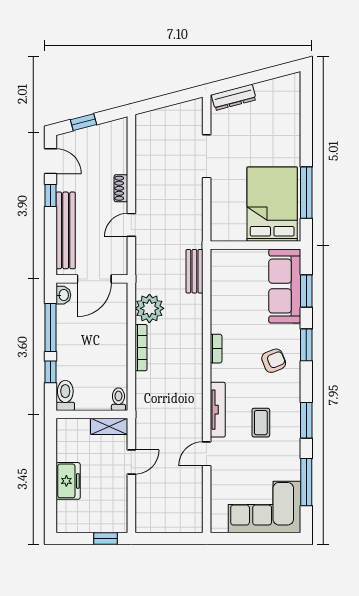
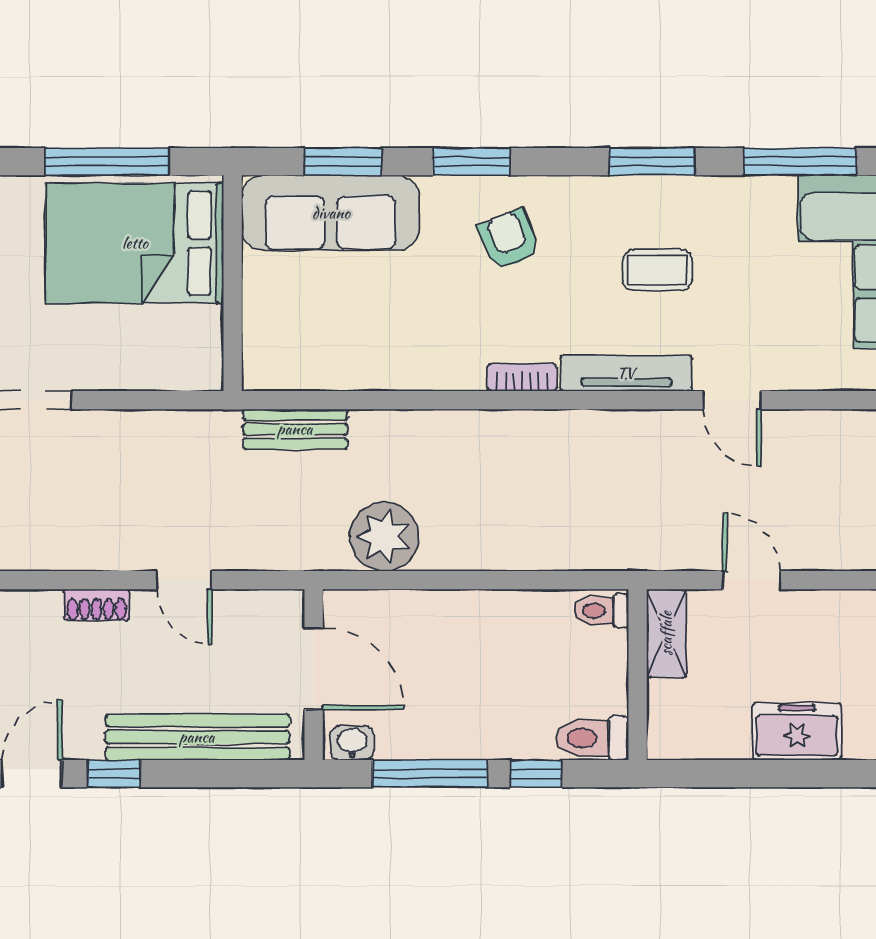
bookcase: (141, 348) -> (478, 557), removed
bookcase: (216, 349) -> (522, 377), moved

